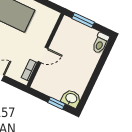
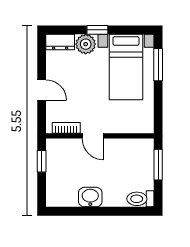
washbasin: (71, 99) -> (90, 197), moved, turned -90
window: (56, 103) -> (42, 161), moved

